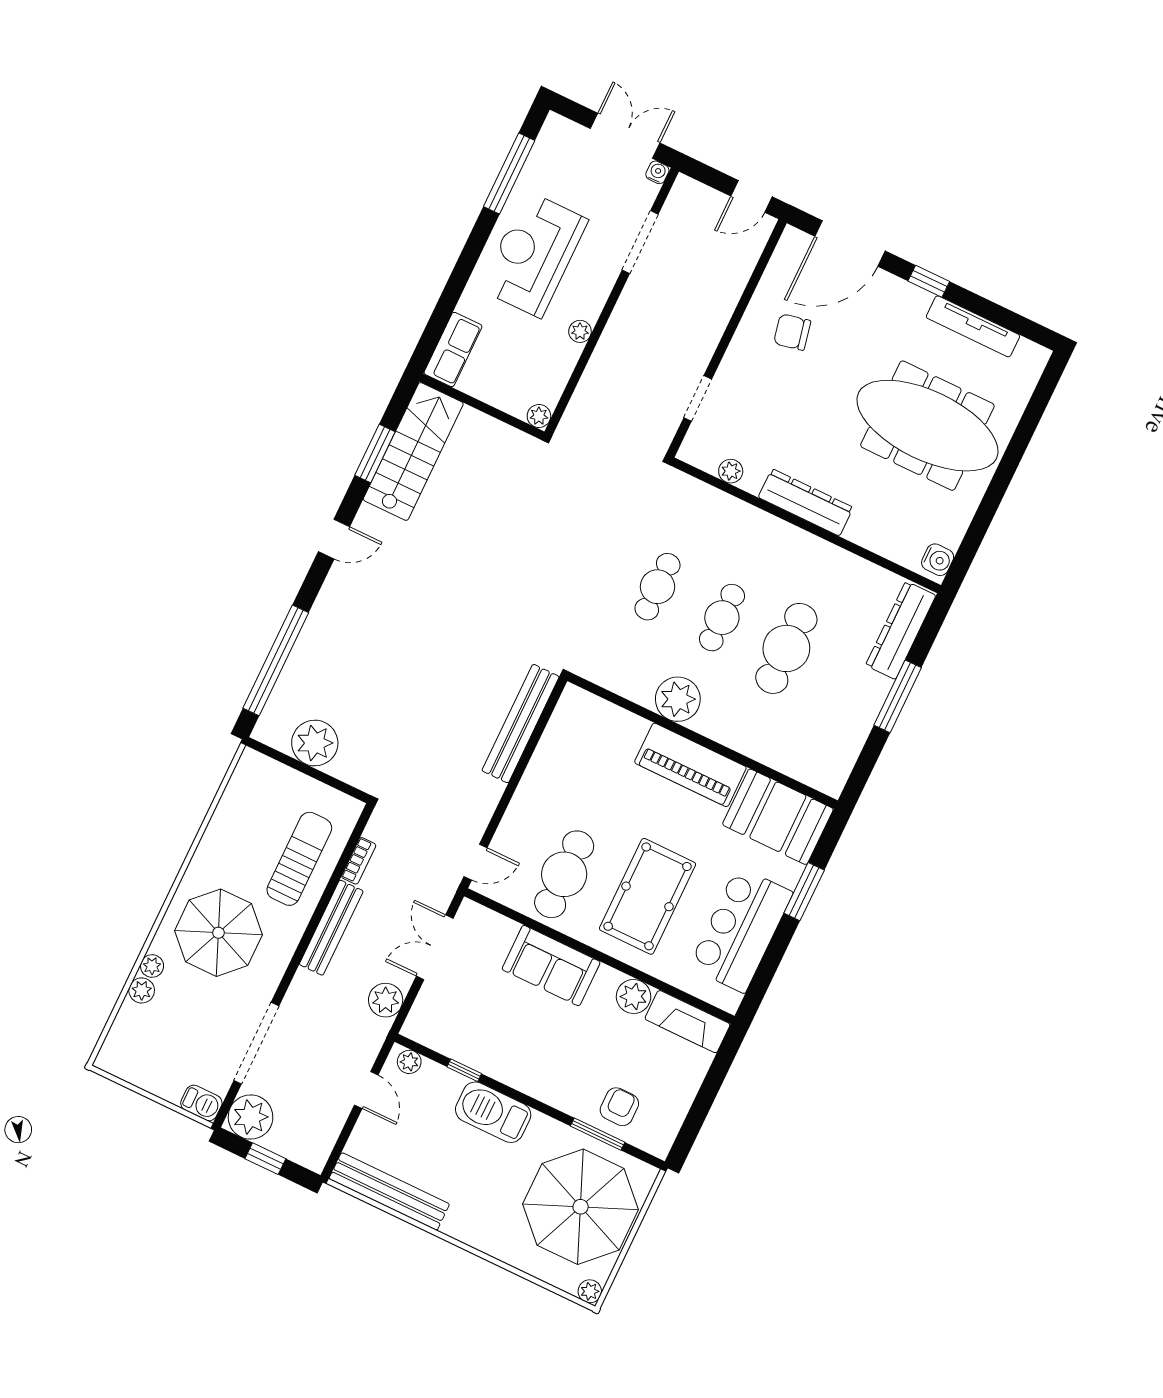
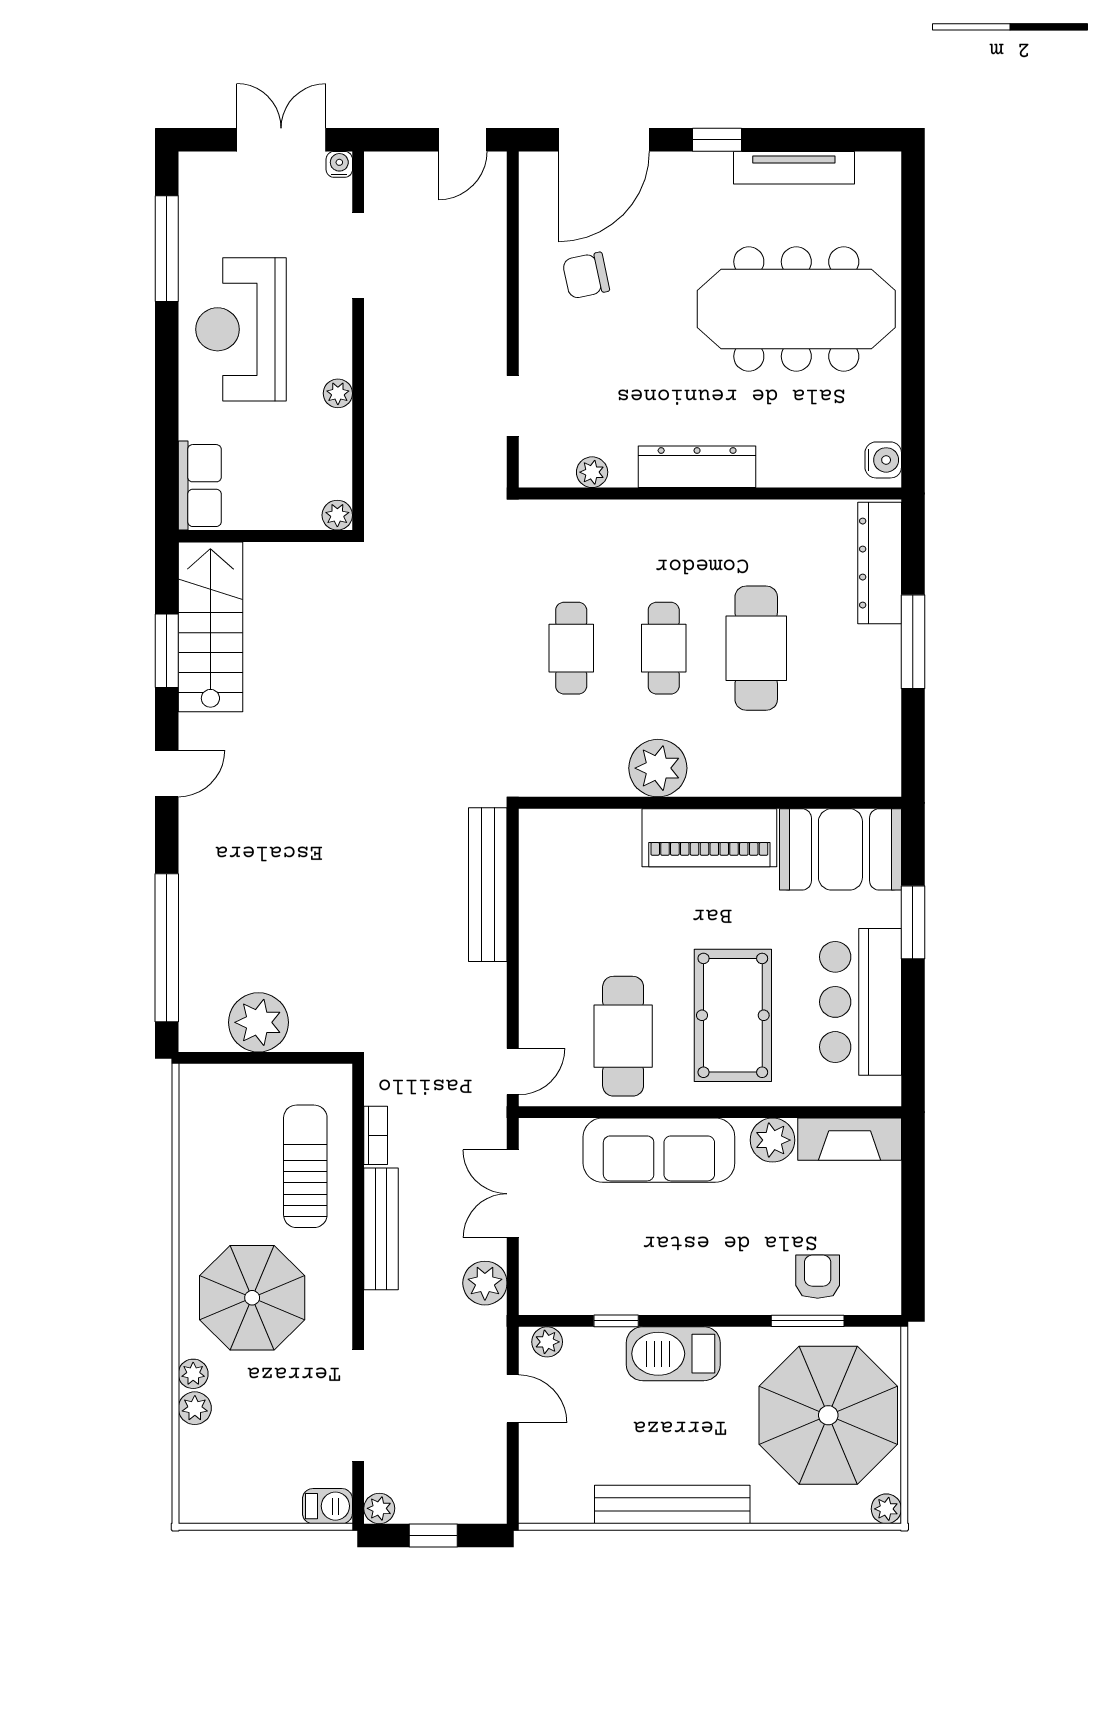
sofa: (551, 966) -> (659, 1150), width x1.36
plant: (251, 1117) -> (379, 1508), width x0.53, depth x0.53
bench: (389, 1192) -> (672, 1504), moved

